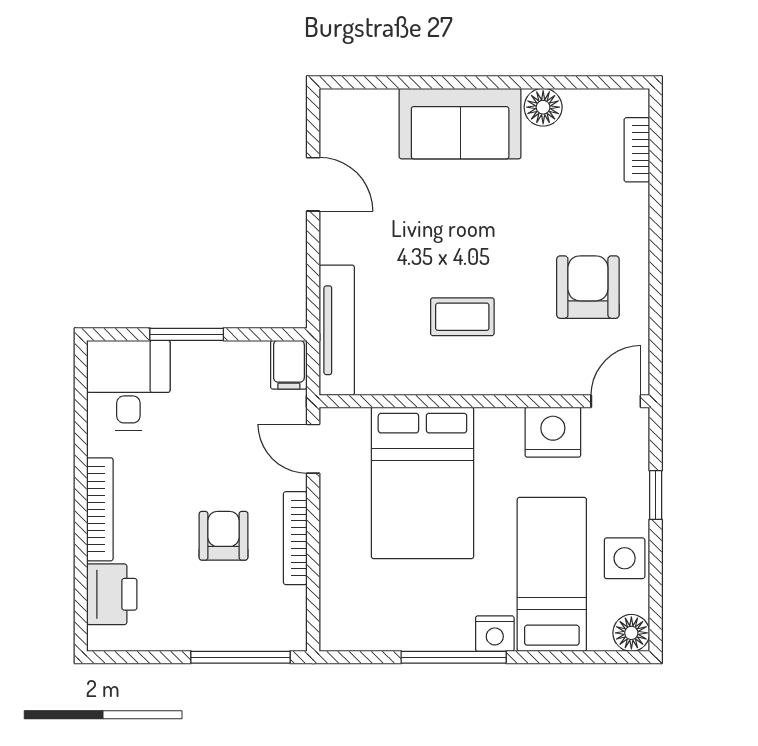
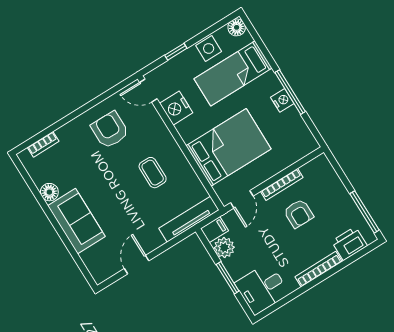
armchair: (588, 287) -> (110, 130), turned 90
plant: (245, 362) -> (224, 248), added
armchair: (224, 536) -> (299, 214), turned -90
nightstand: (495, 634) -> (282, 100), moved
window: (241, 657) -> (364, 212), moved

